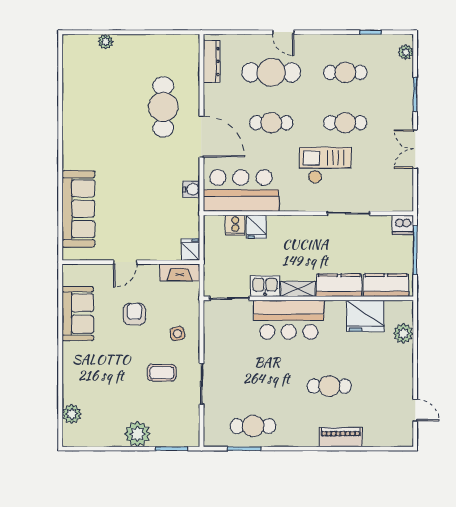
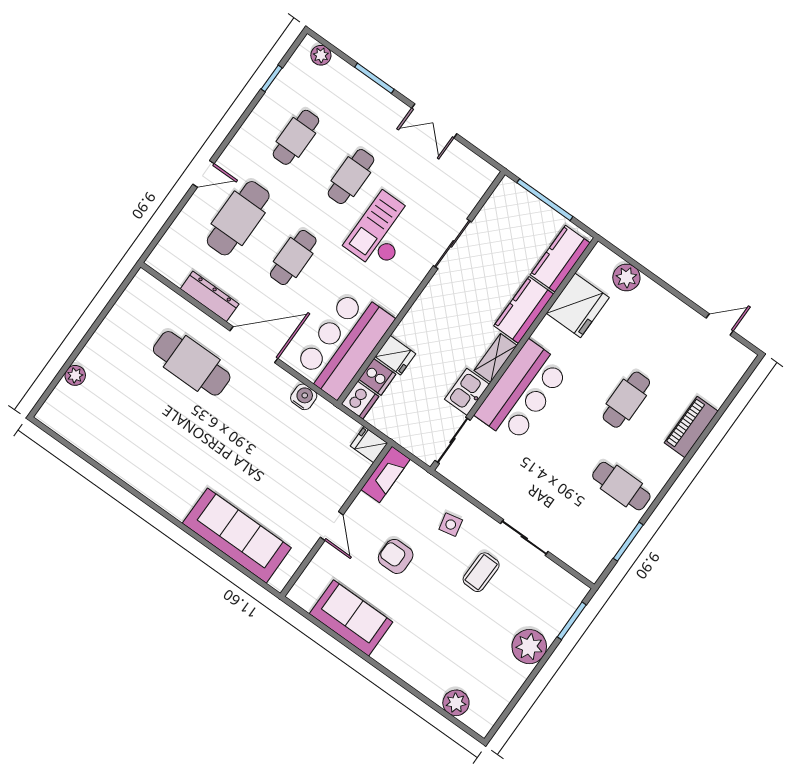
dresser: (212, 62) -> (210, 296), moved
dishwasher: (403, 225) -> (360, 400), moved
cafe table: (253, 426) -> (621, 486), moved, turned 90

